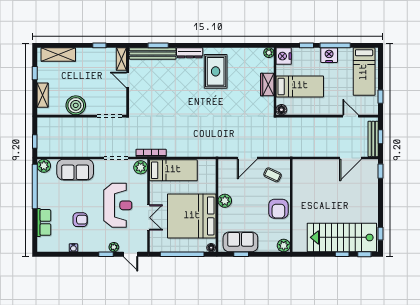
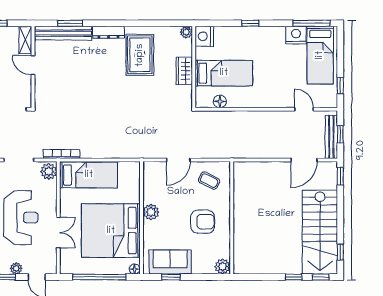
window: (335, 45) -> (311, 23), moved
plant: (269, 53) -> (186, 32), moved
nightstand: (329, 55) -> (296, 35), moved
nightstand: (284, 56) -> (204, 36), moved
wall: (275, 81) -> (194, 67), moved
wardrobe: (267, 85) -> (184, 71), moved
bed: (300, 86) -> (224, 73), moved
armchair: (278, 209) -> (203, 222), moved, turned -90
stairs: (342, 237) -> (320, 232), moved, turned -90

